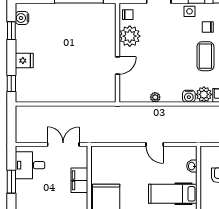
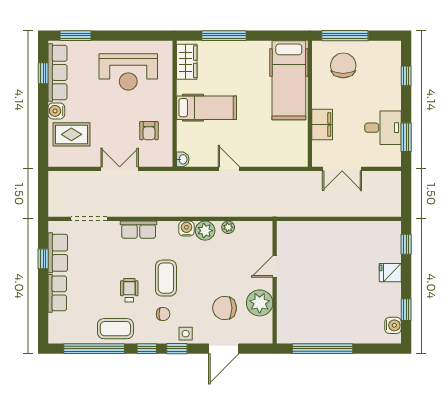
chair: (128, 15) -> (225, 308), moved, width x1.87, depth x1.87
plant: (204, 94) -> (205, 231), moved
desk: (30, 165) -> (383, 128), moved
washbasin: (192, 166) -> (183, 159), moved
window: (11, 182) -> (406, 137), moved

